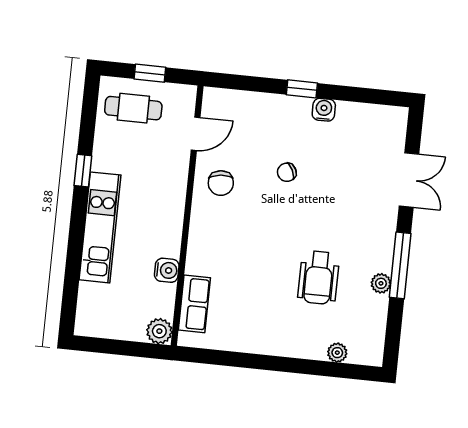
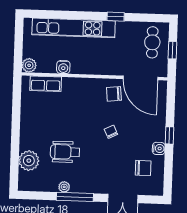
door: (196, 134) -> (140, 78), width x1.88
chair: (357, 140) -> (143, 168), added
chair: (287, 172) -> (111, 132), moved
kitchen unit: (100, 227) -> (74, 28), width x1.36
plant: (337, 353) -> (29, 161), width x1.88, depth x1.88

